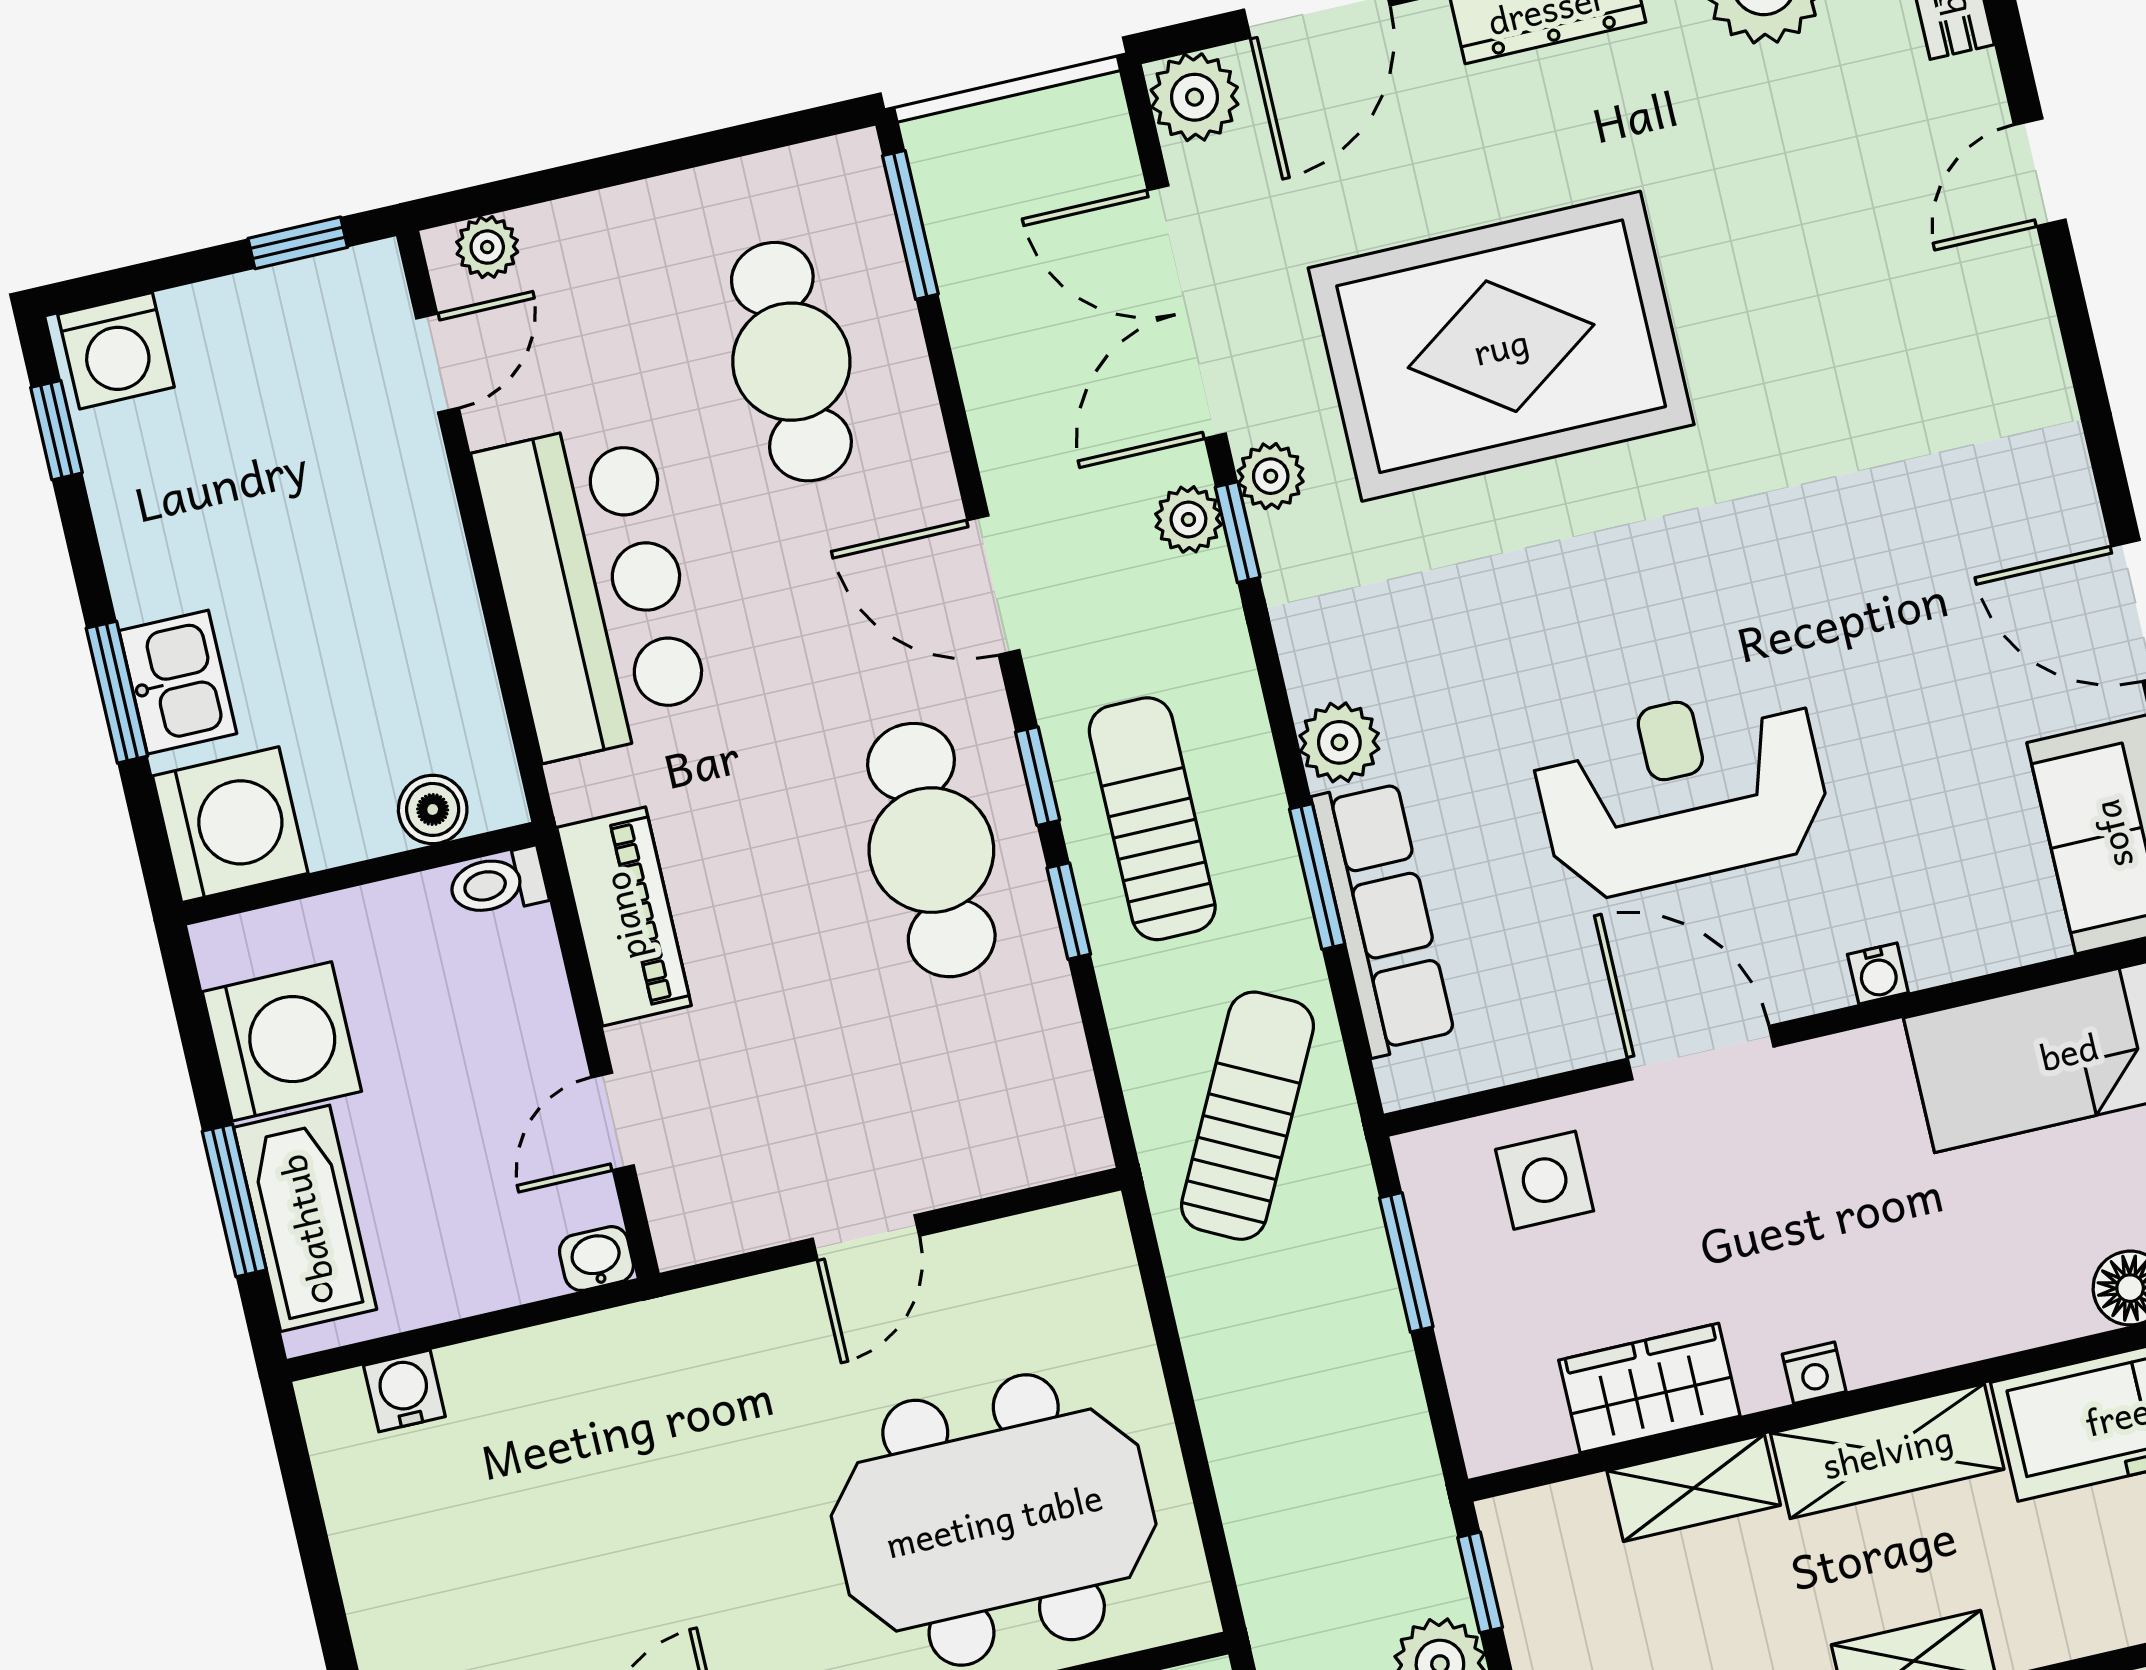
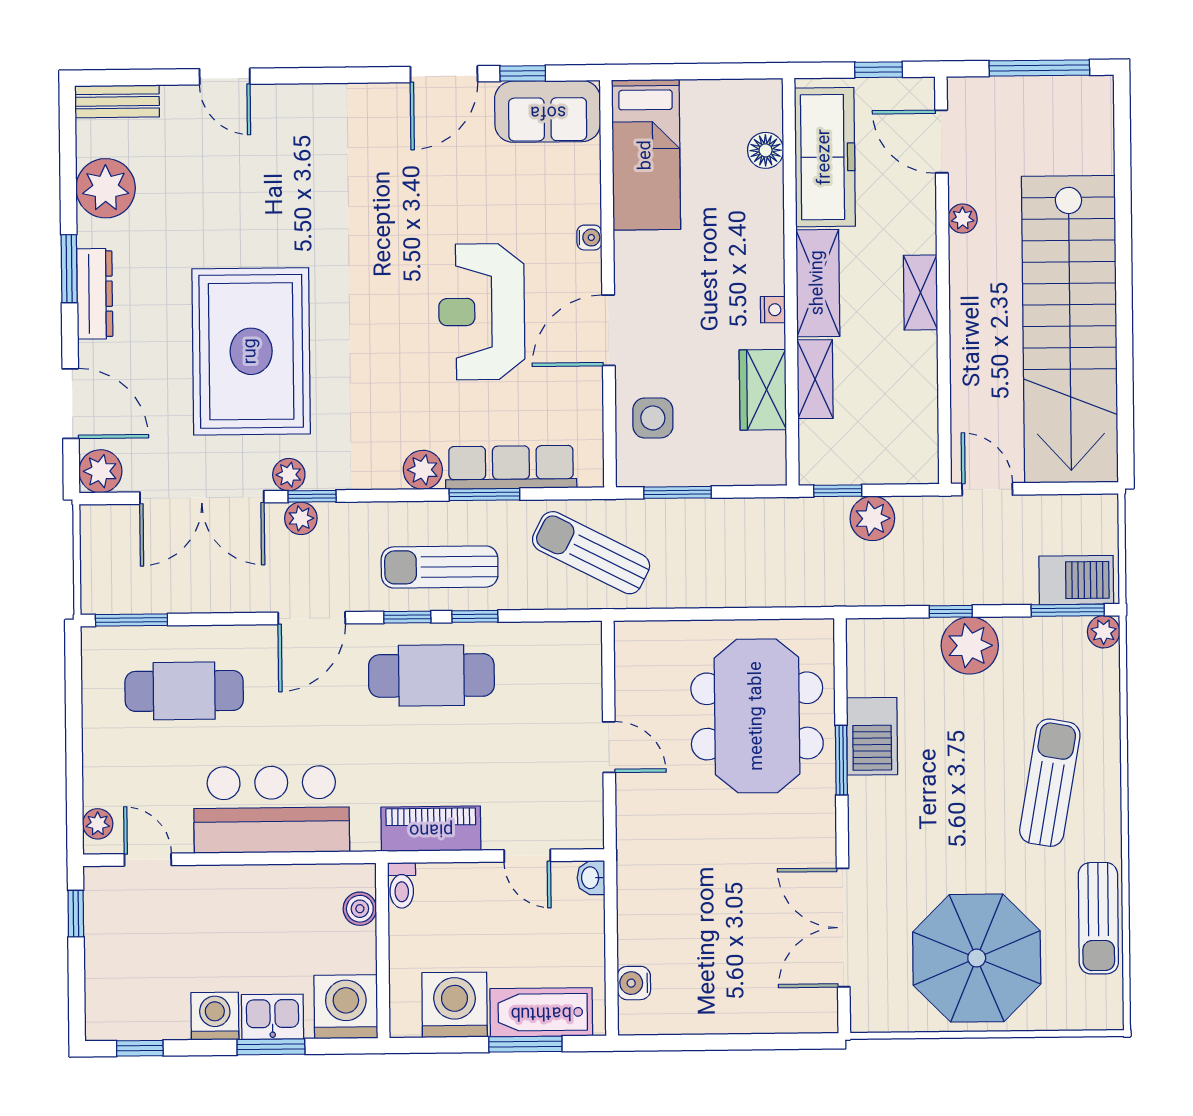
washing machine: (116, 351) -> (215, 1016), moved, turned -90

